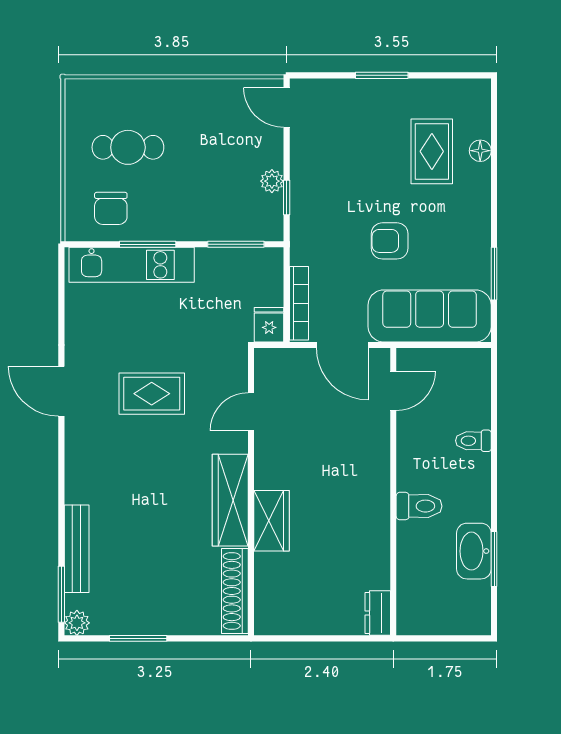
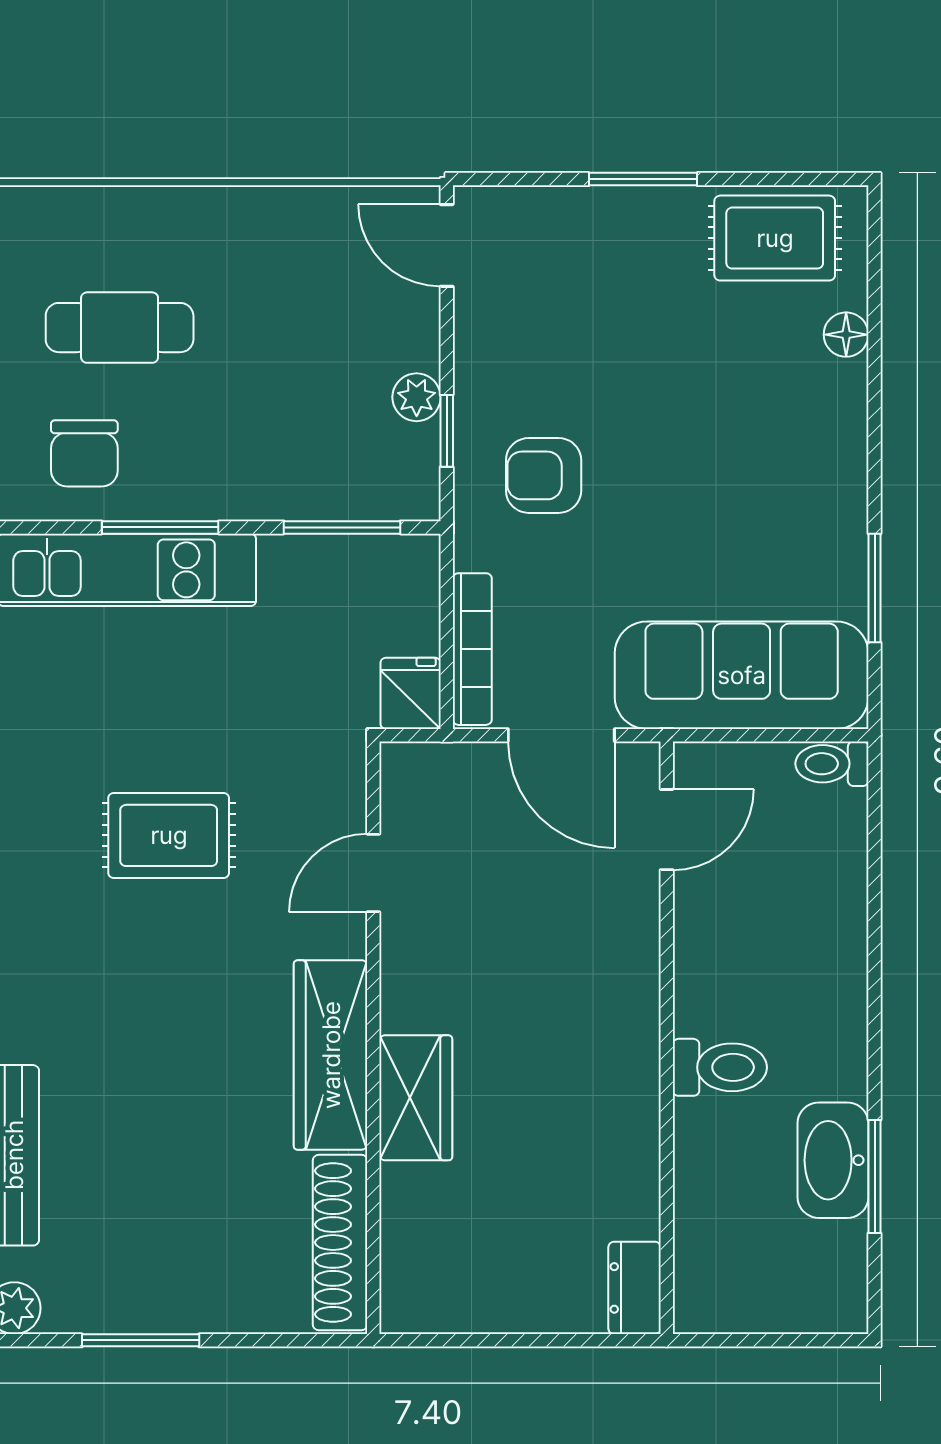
rug: (432, 151) -> (775, 238), moved, turned 90
armchair: (390, 241) -> (544, 475), moved
toilet: (473, 441) -> (832, 764), moved

